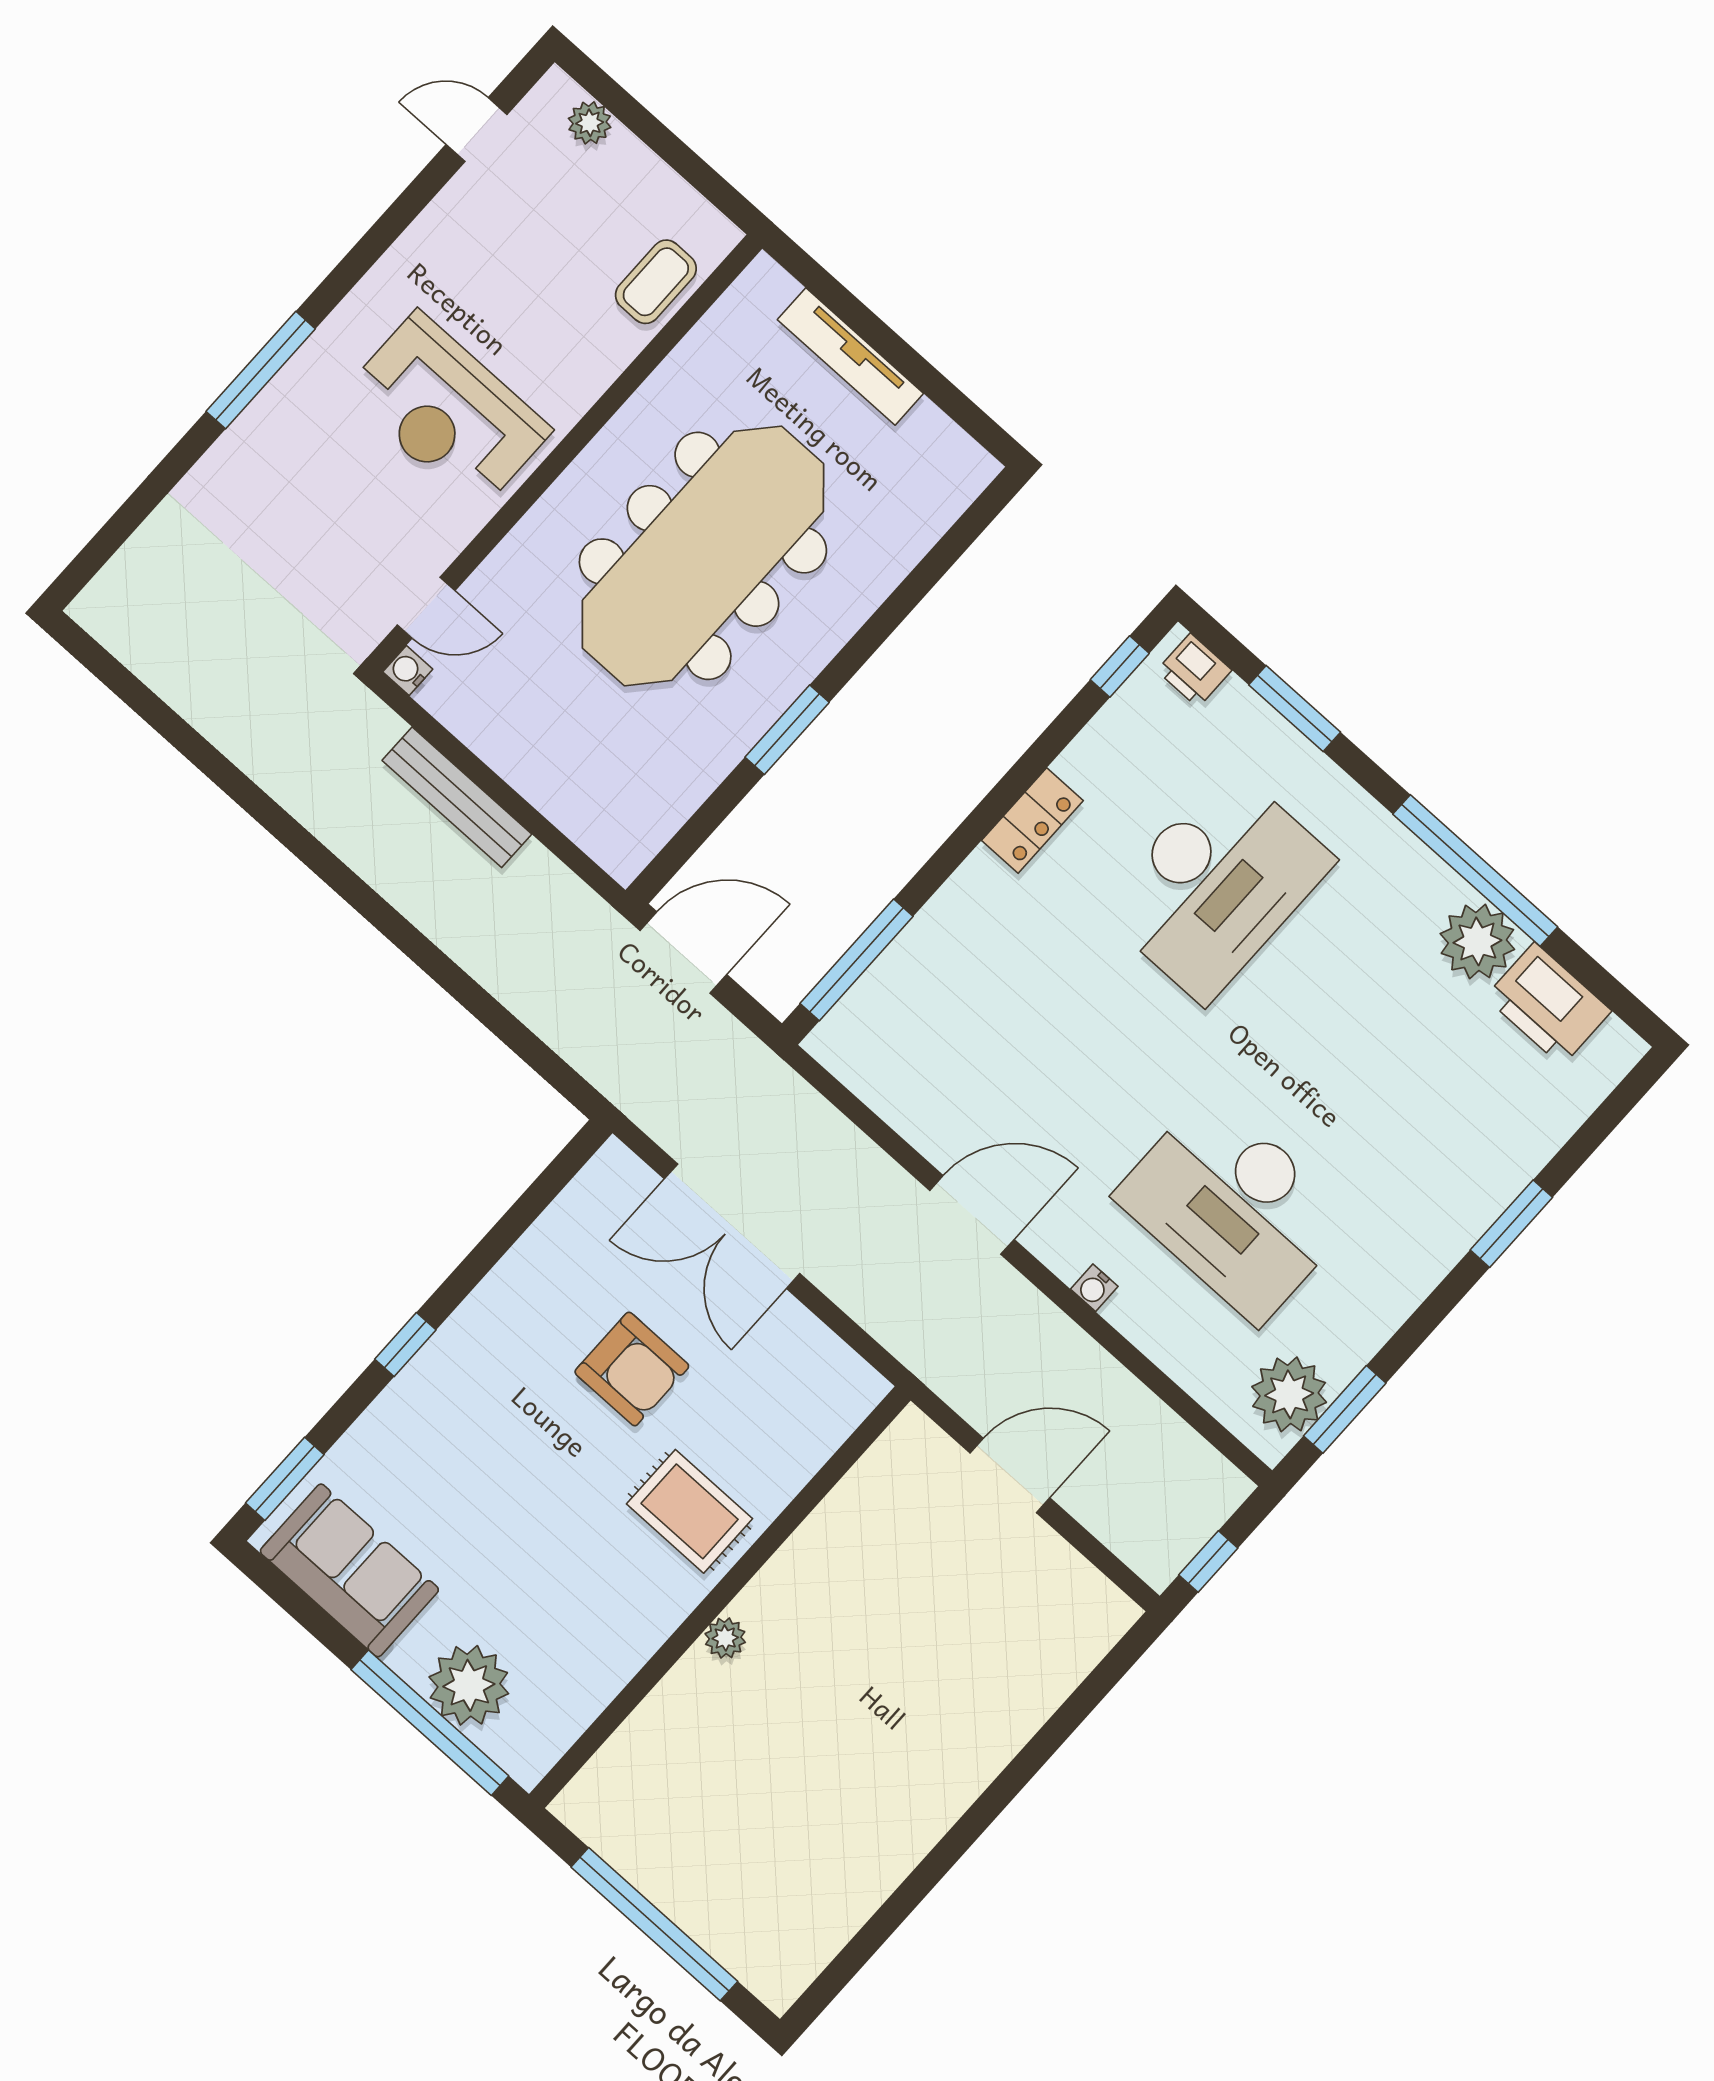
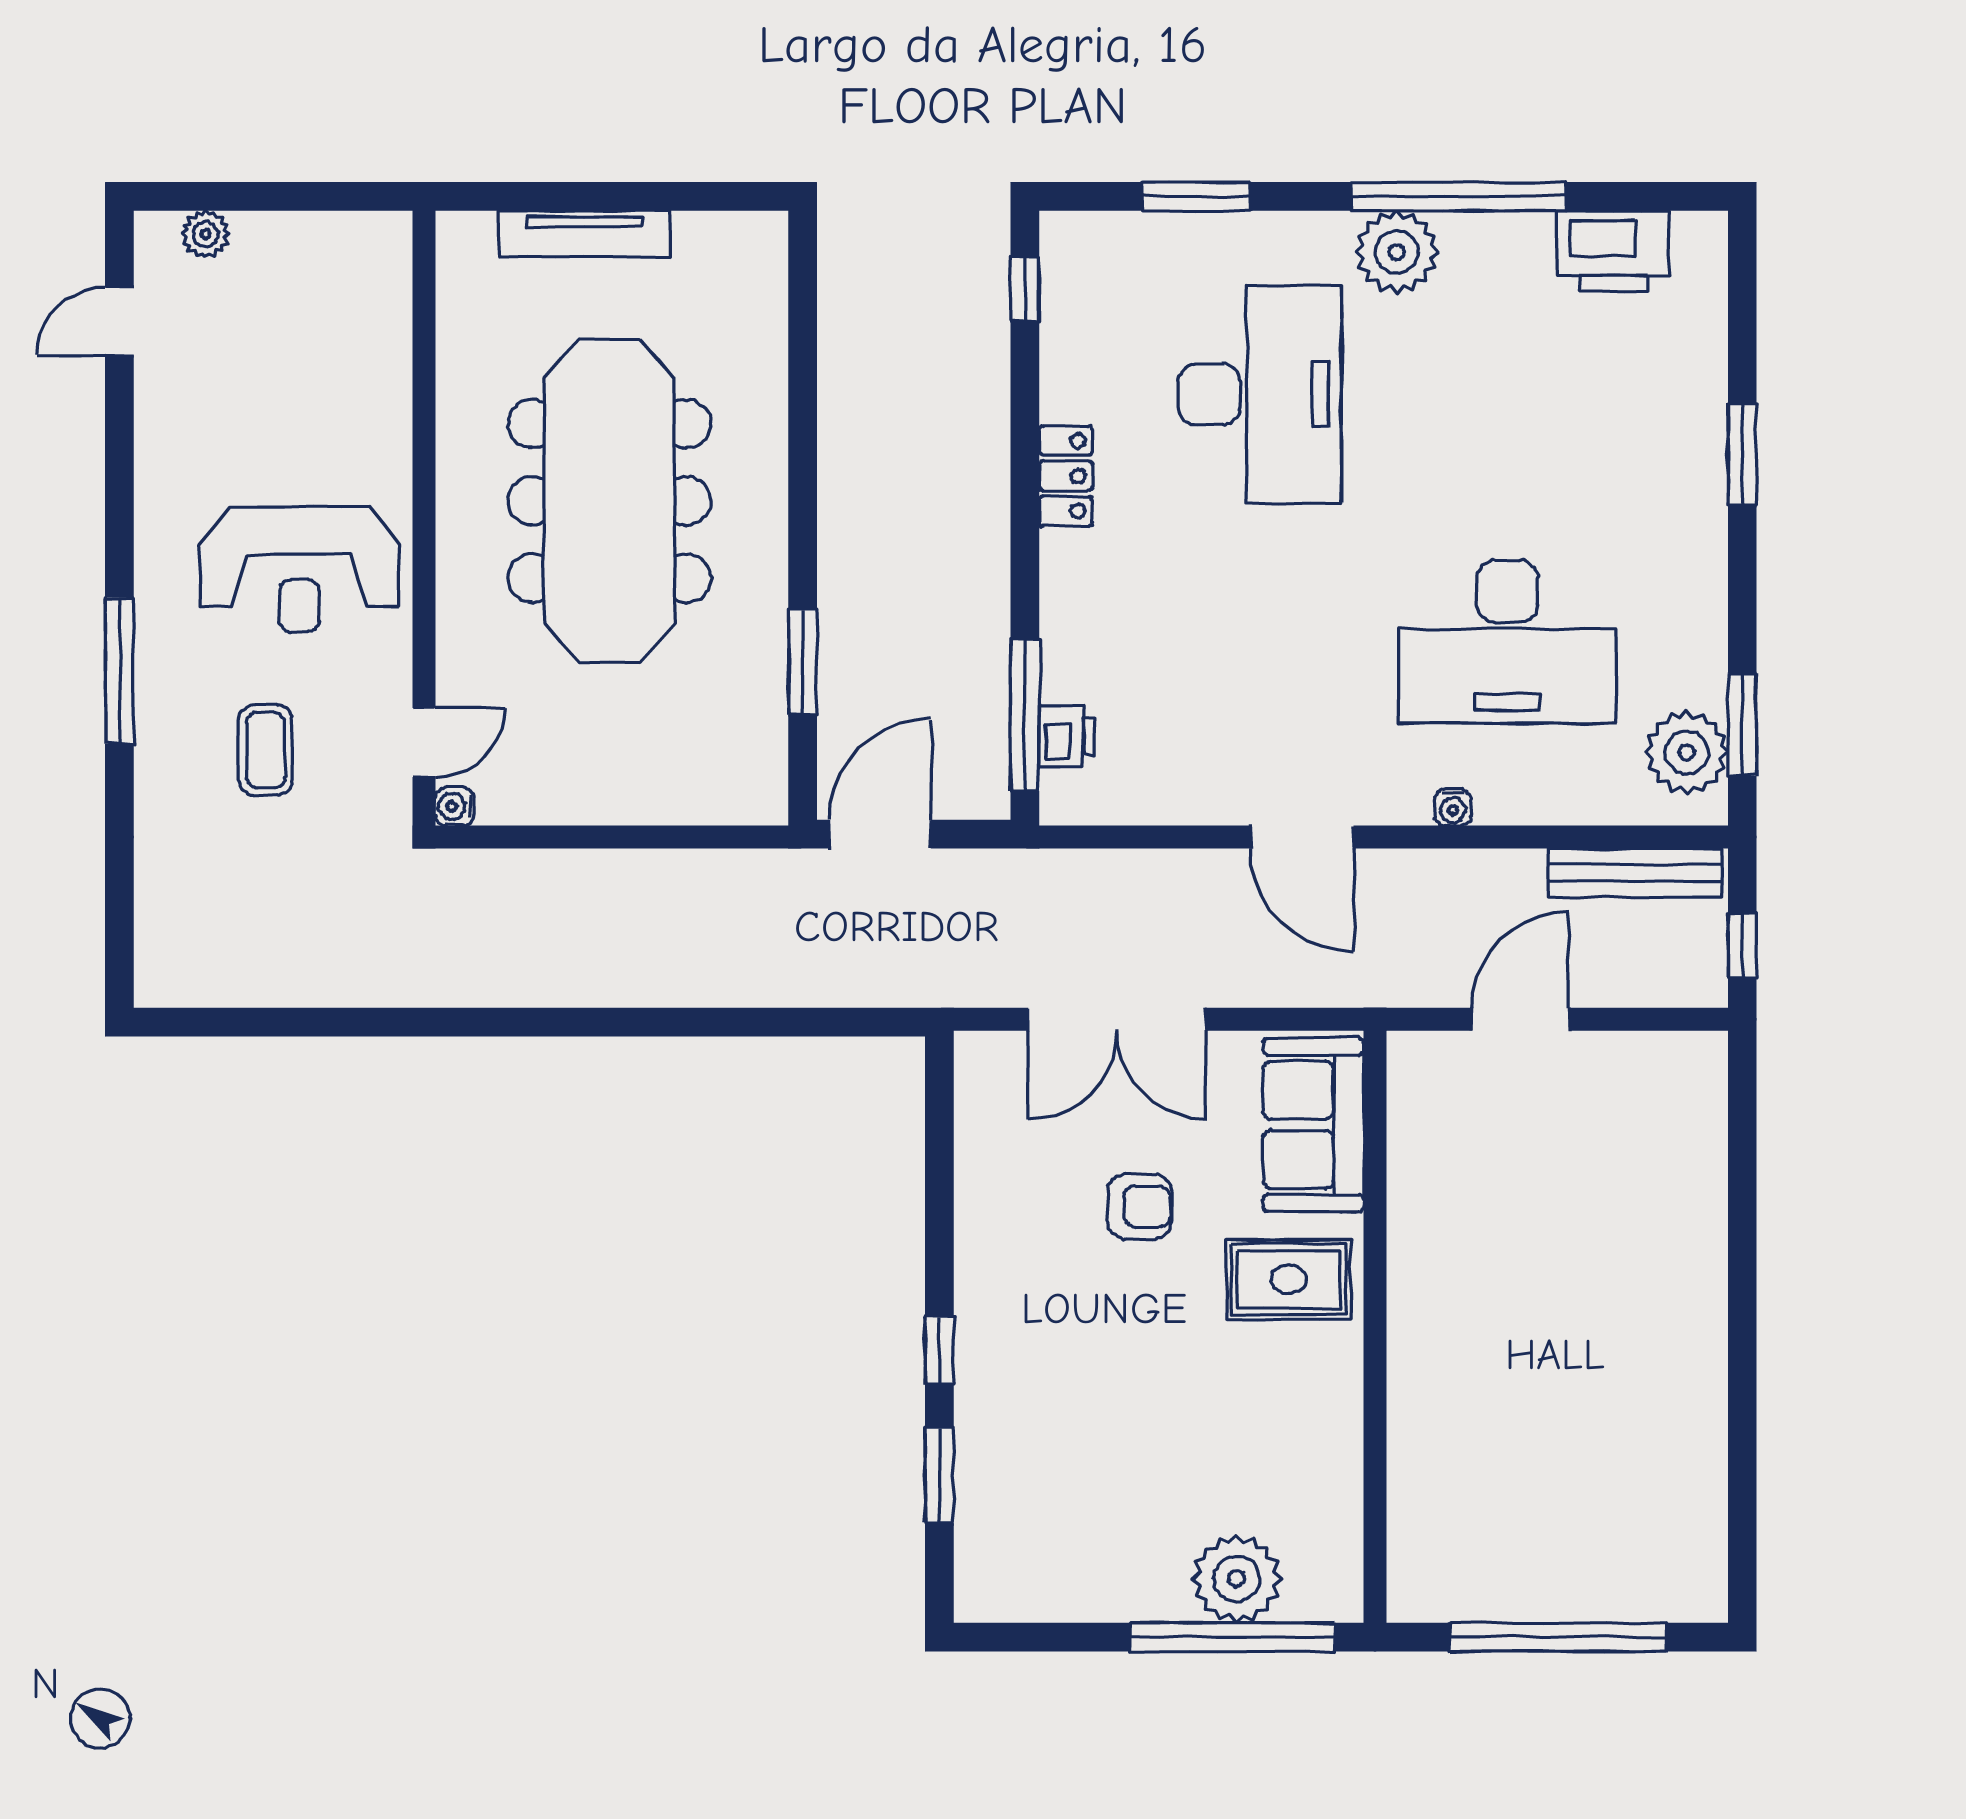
coffee table: (656, 282) -> (266, 750), moved
printer: (1194, 670) -> (1067, 736), moved, turned -90
window: (787, 730) -> (803, 662), moved
bench: (457, 797) -> (1635, 873), moved
plant: (1477, 941) -> (1397, 252), moved
door: (972, 1215) -> (1302, 837), swing flipped
armchair: (632, 1369) -> (1139, 1207), width x0.72, depth x0.72
window: (285, 1479) -> (939, 1475), moved
sofa: (349, 1570) -> (1313, 1125), moved, turned -90
plant: (725, 1638) -> (1409, 1356), removed

